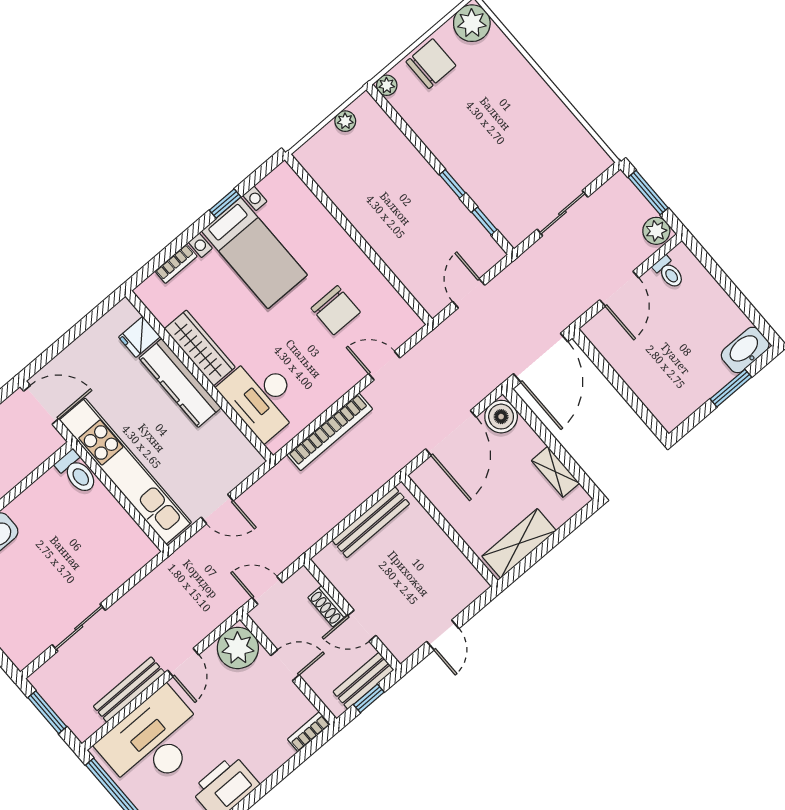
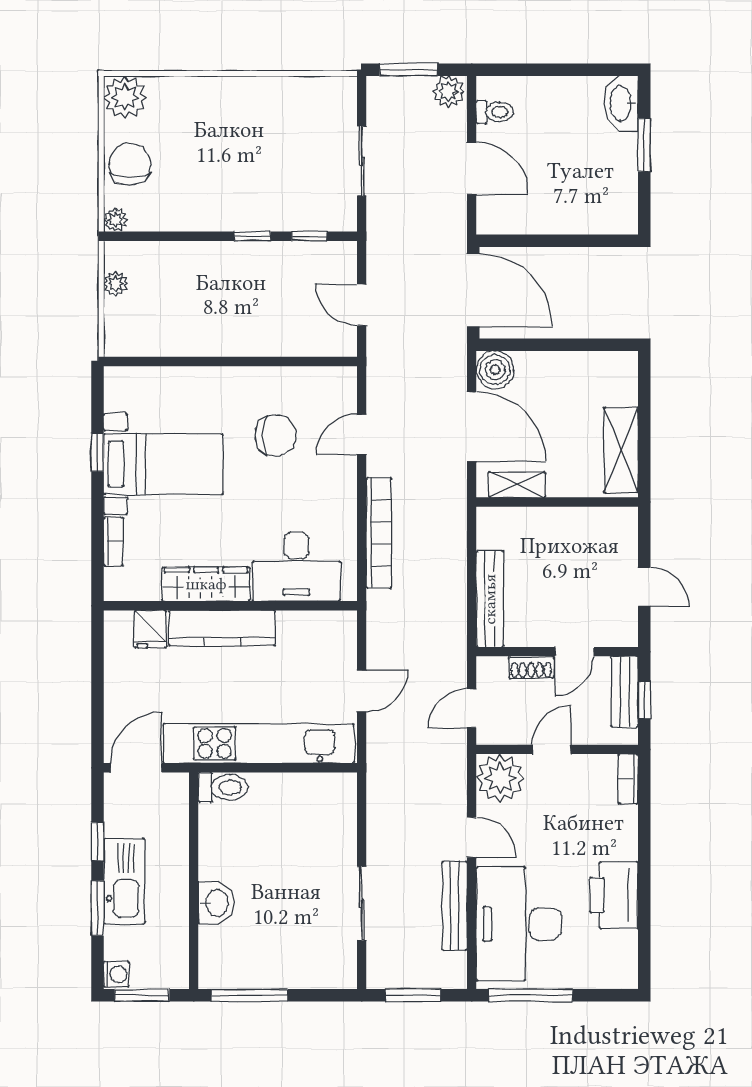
shelving: (555, 472) -> (517, 485), moved
bench: (371, 522) -> (490, 599), moved

